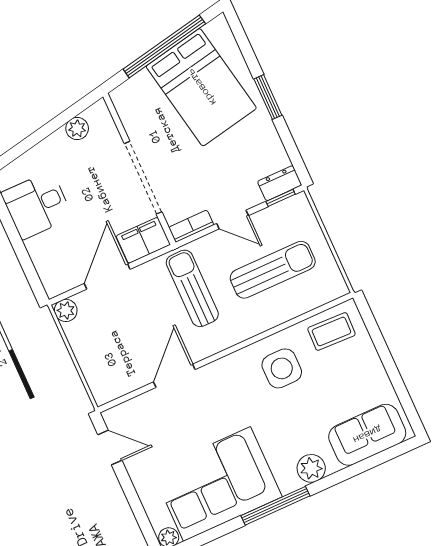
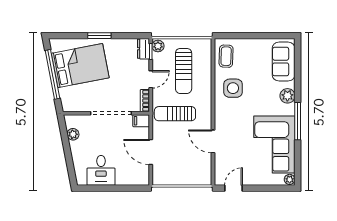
filing cabinet: (143, 240) -> (141, 121), width x0.50
sun lounger: (273, 270) -> (184, 71), turned 180
plant: (66, 310) -> (158, 46), moved

